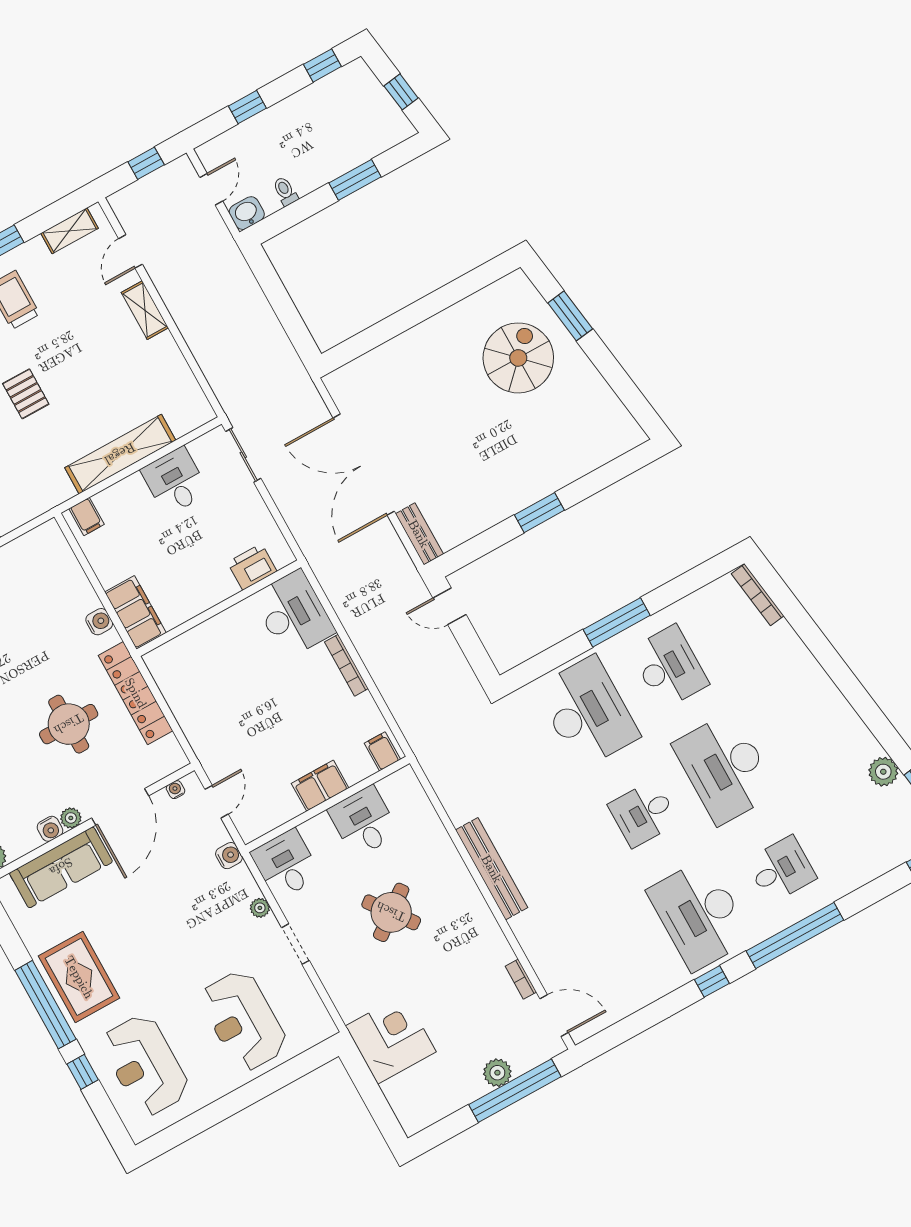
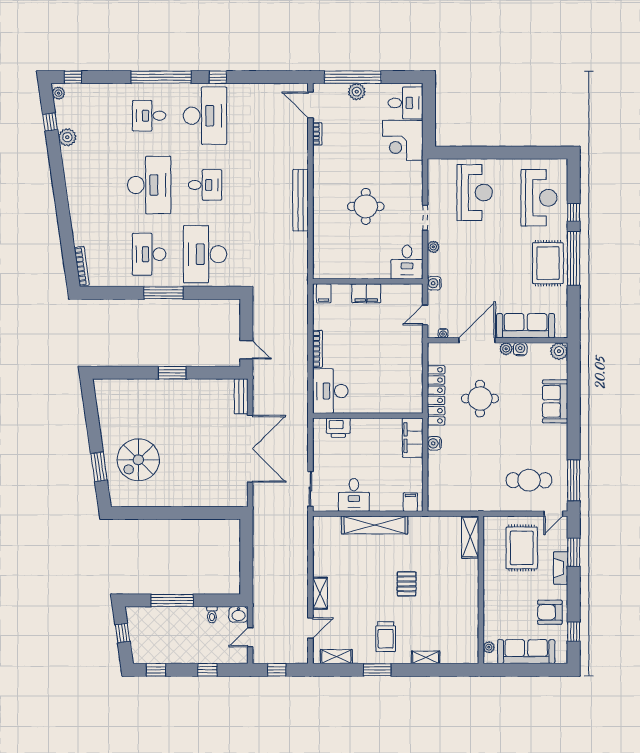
window: (355, 180) -> (172, 600), width x1.44
desk: (364, 822) -> (405, 103), moved, turned -90
round table: (391, 912) -> (366, 206), turned 37

